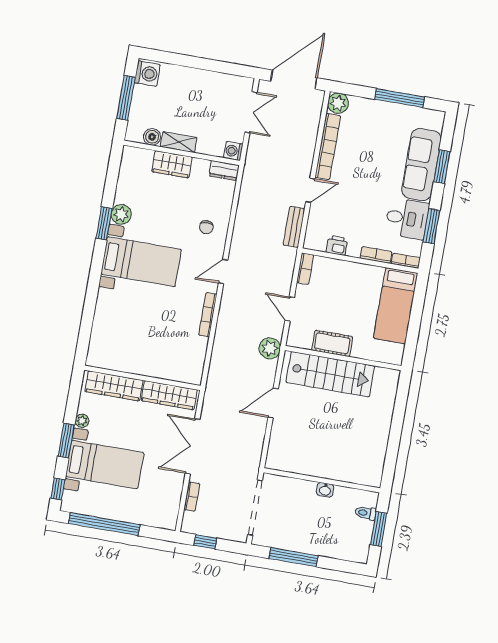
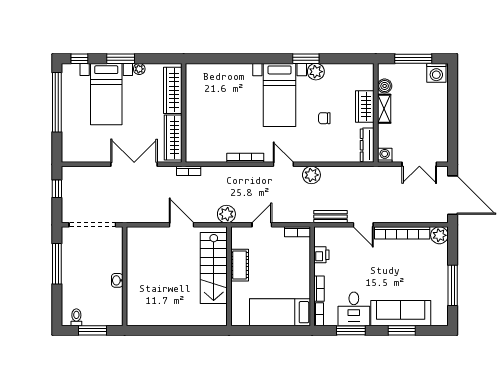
dresser: (224, 170) -> (367, 145), width x1.44
chair: (206, 227) -> (324, 118), moved
plant: (241, 241) -> (311, 175), added
bookcase: (192, 497) -> (189, 171), moved
toilet: (366, 513) -> (76, 317), moved

